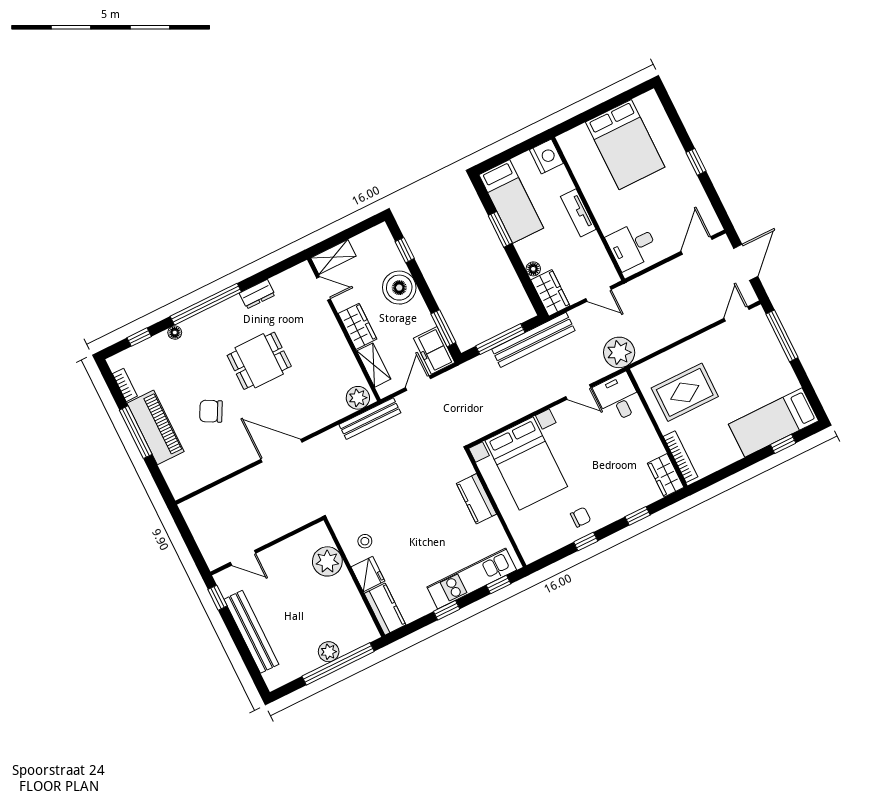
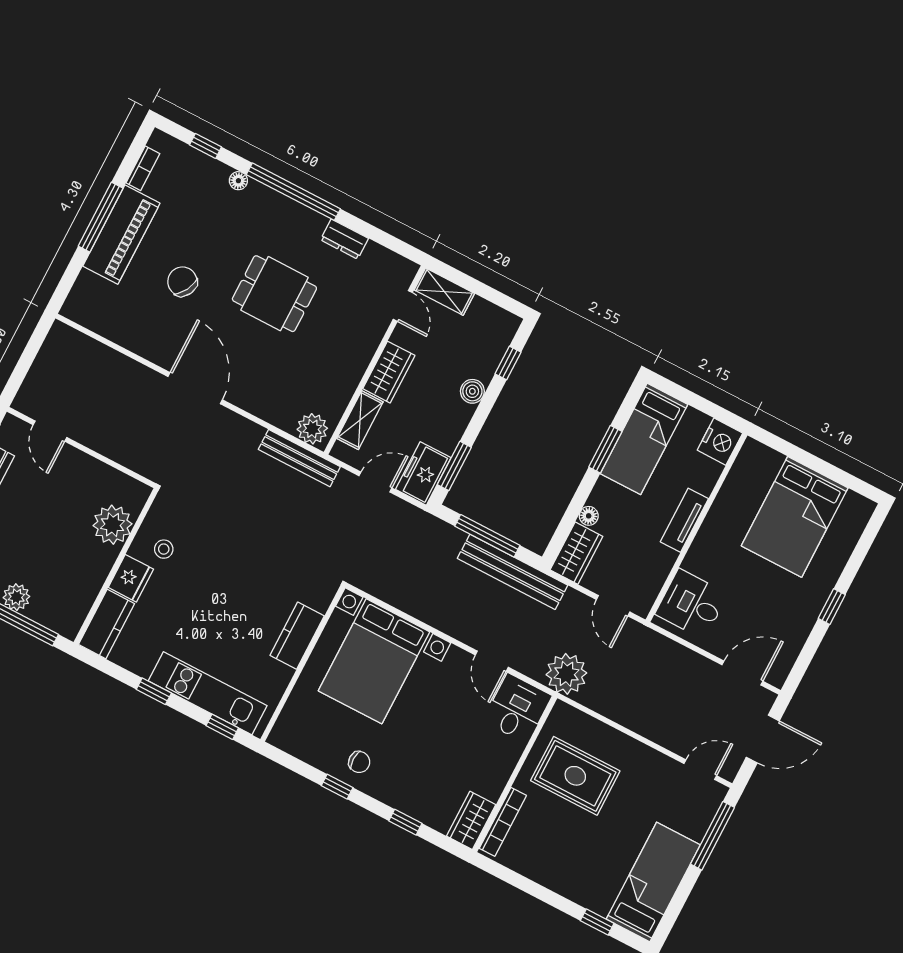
boiler: (399, 288) -> (472, 391), width x0.54, depth x0.54
bed: (773, 423) -> (653, 882), moved, turned 90

